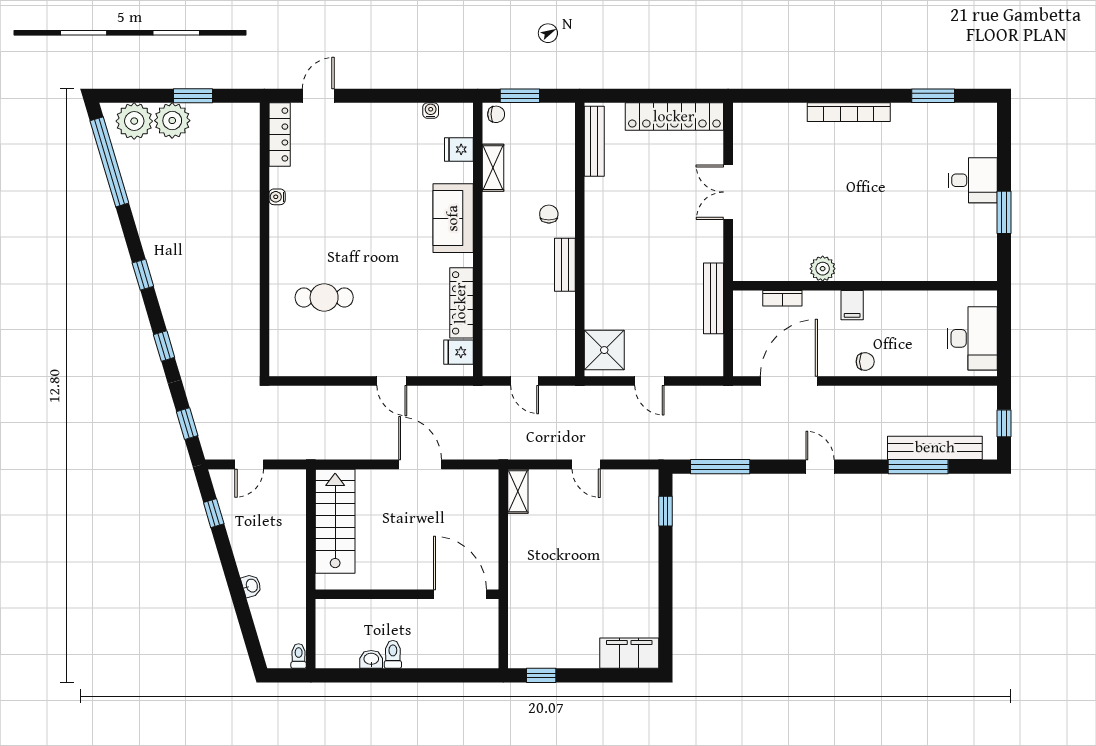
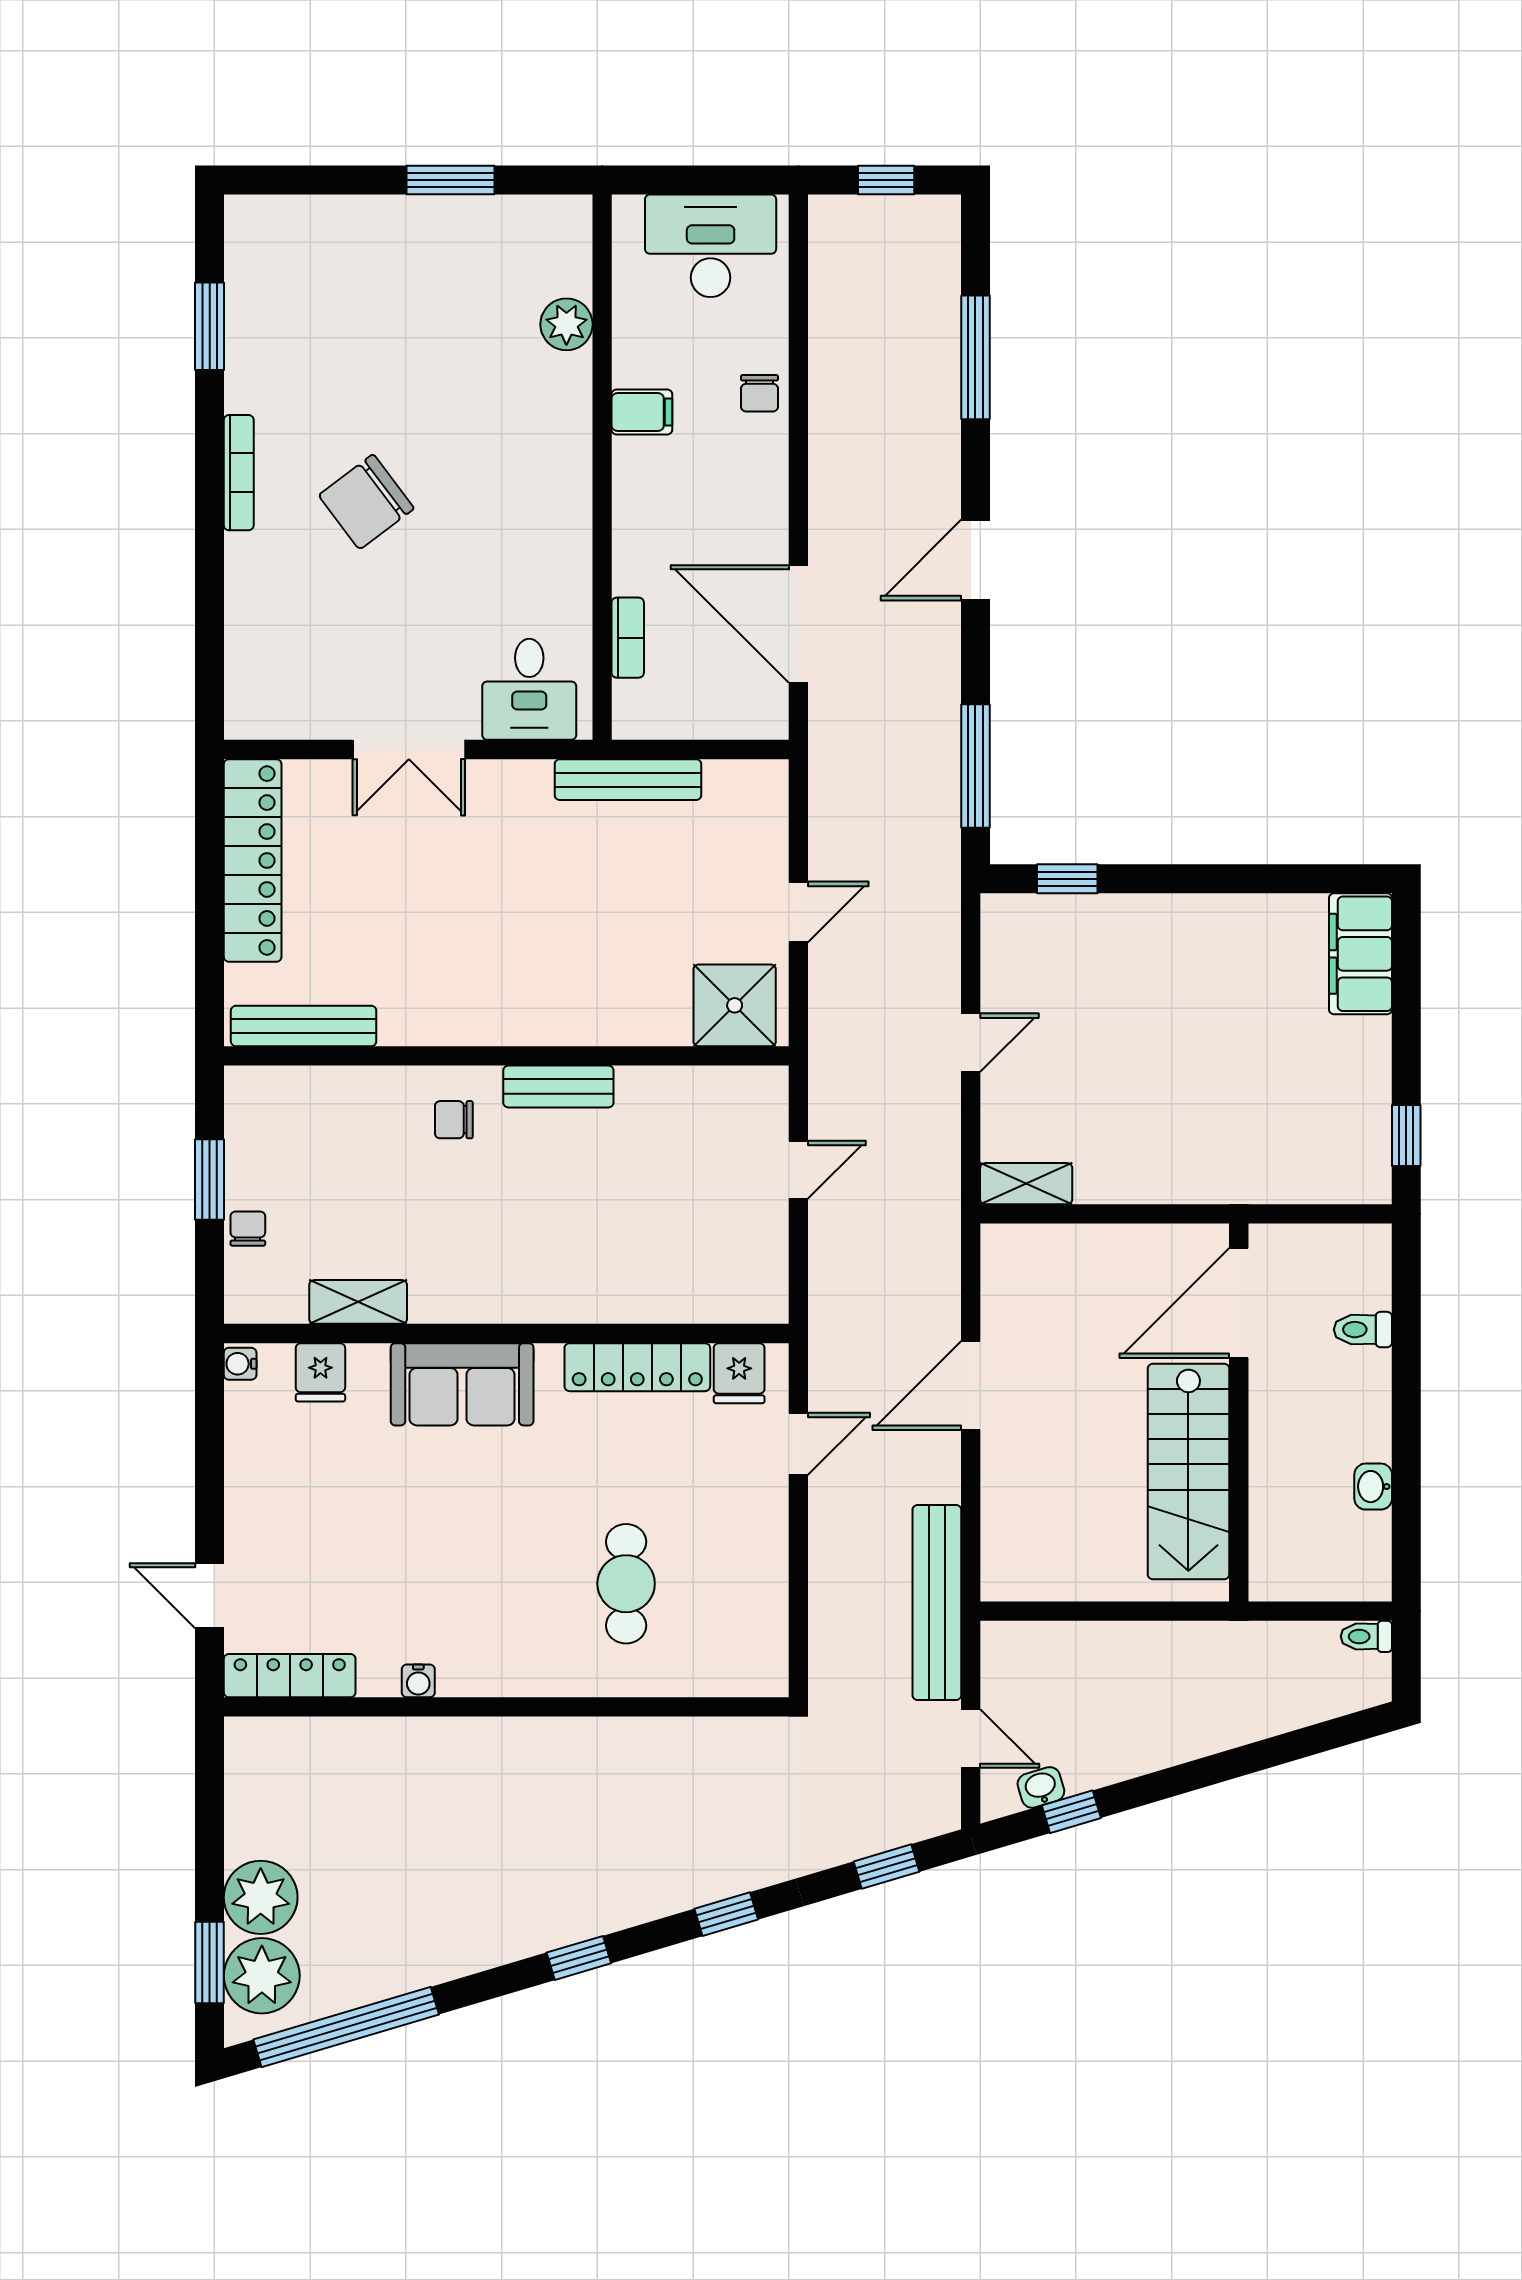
window: (193, 96) -> (210, 1963), moved
bookcase: (849, 112) -> (239, 473), width x0.68, depth x0.76
fridge: (459, 149) -> (320, 1372), moved
shelving: (493, 168) -> (358, 1302), moved
chair: (848, 172) -> (366, 502), added
desk: (973, 180) -> (529, 689), moved, turned 180
sofa: (453, 218) -> (462, 1384), moved
wall: (478, 239) -> (506, 1334), moved
plant: (823, 269) -> (566, 324), moved
locker: (461, 303) -> (637, 1367), moved
filing cabinet: (852, 305) -> (642, 412), moved
fridge: (458, 352) -> (739, 1373), moved
chair: (865, 362) -> (759, 393), moved, turned 180
bench: (935, 448) -> (937, 1602), moved
door: (820, 467) -> (975, 560), width x1.38
stairs: (335, 521) -> (1188, 1472), moved, turned -90
washbasin: (251, 586) -> (1041, 1787), moved
toilet: (393, 654) -> (1363, 1330), moved

